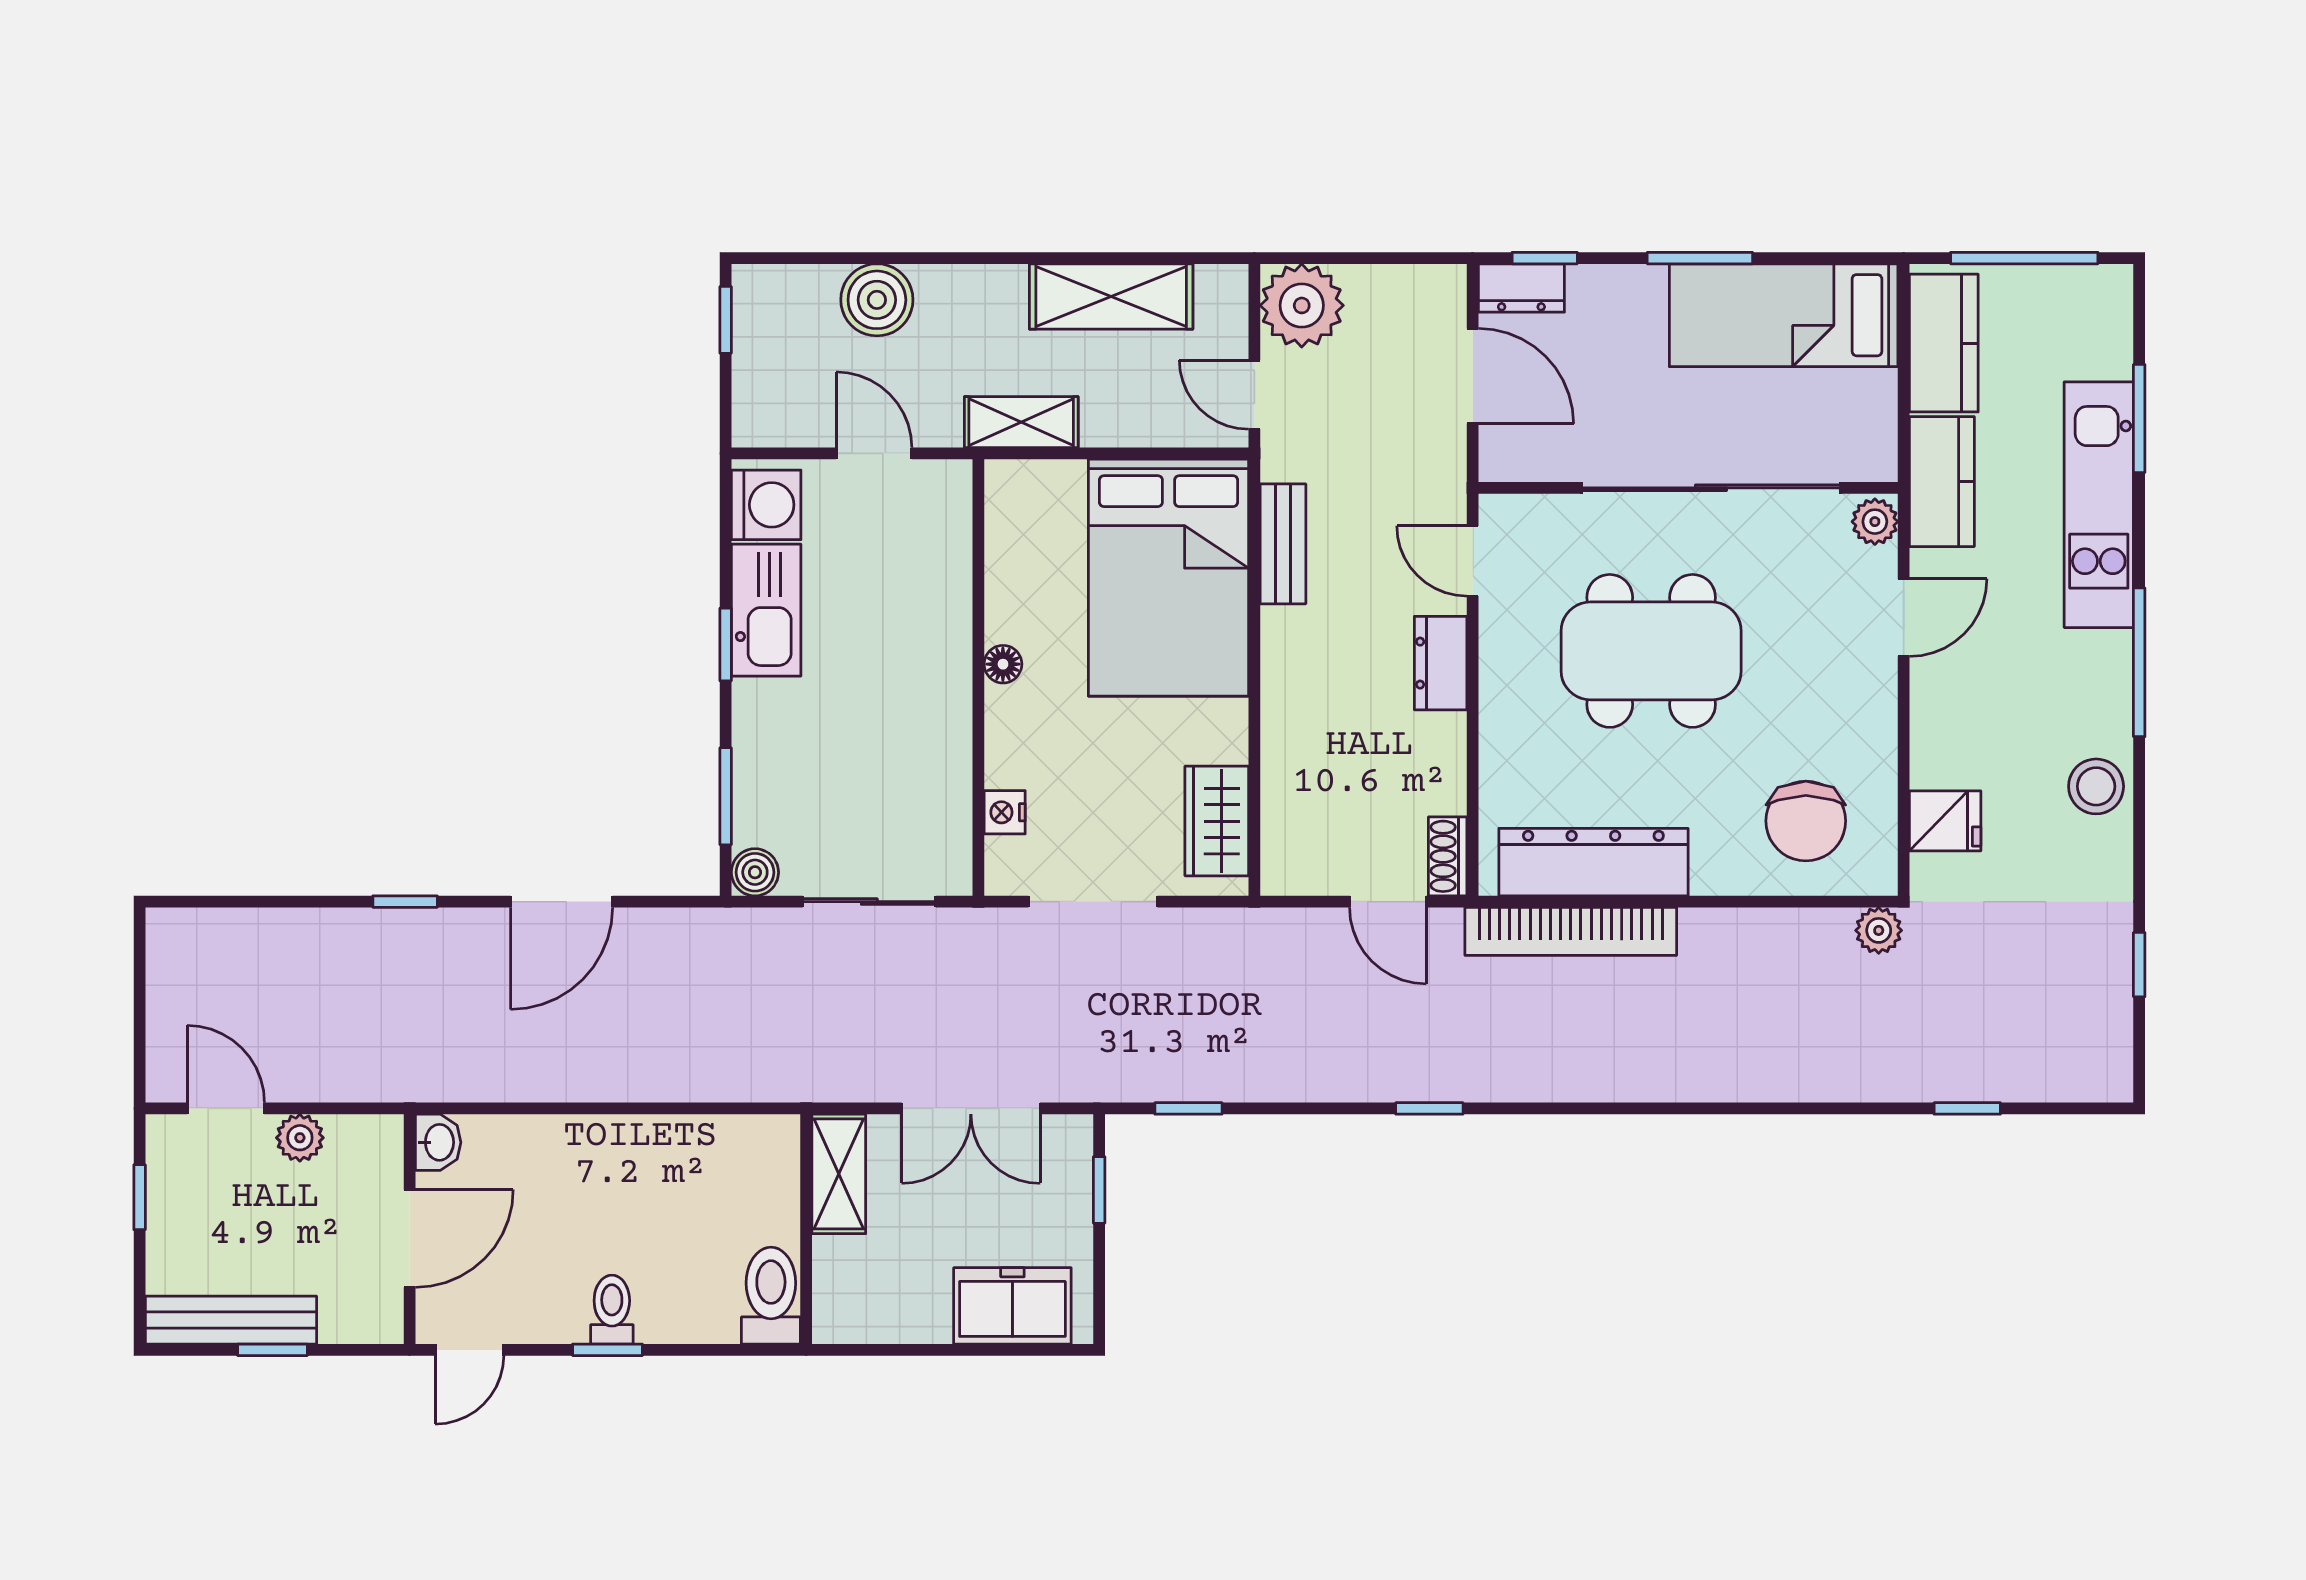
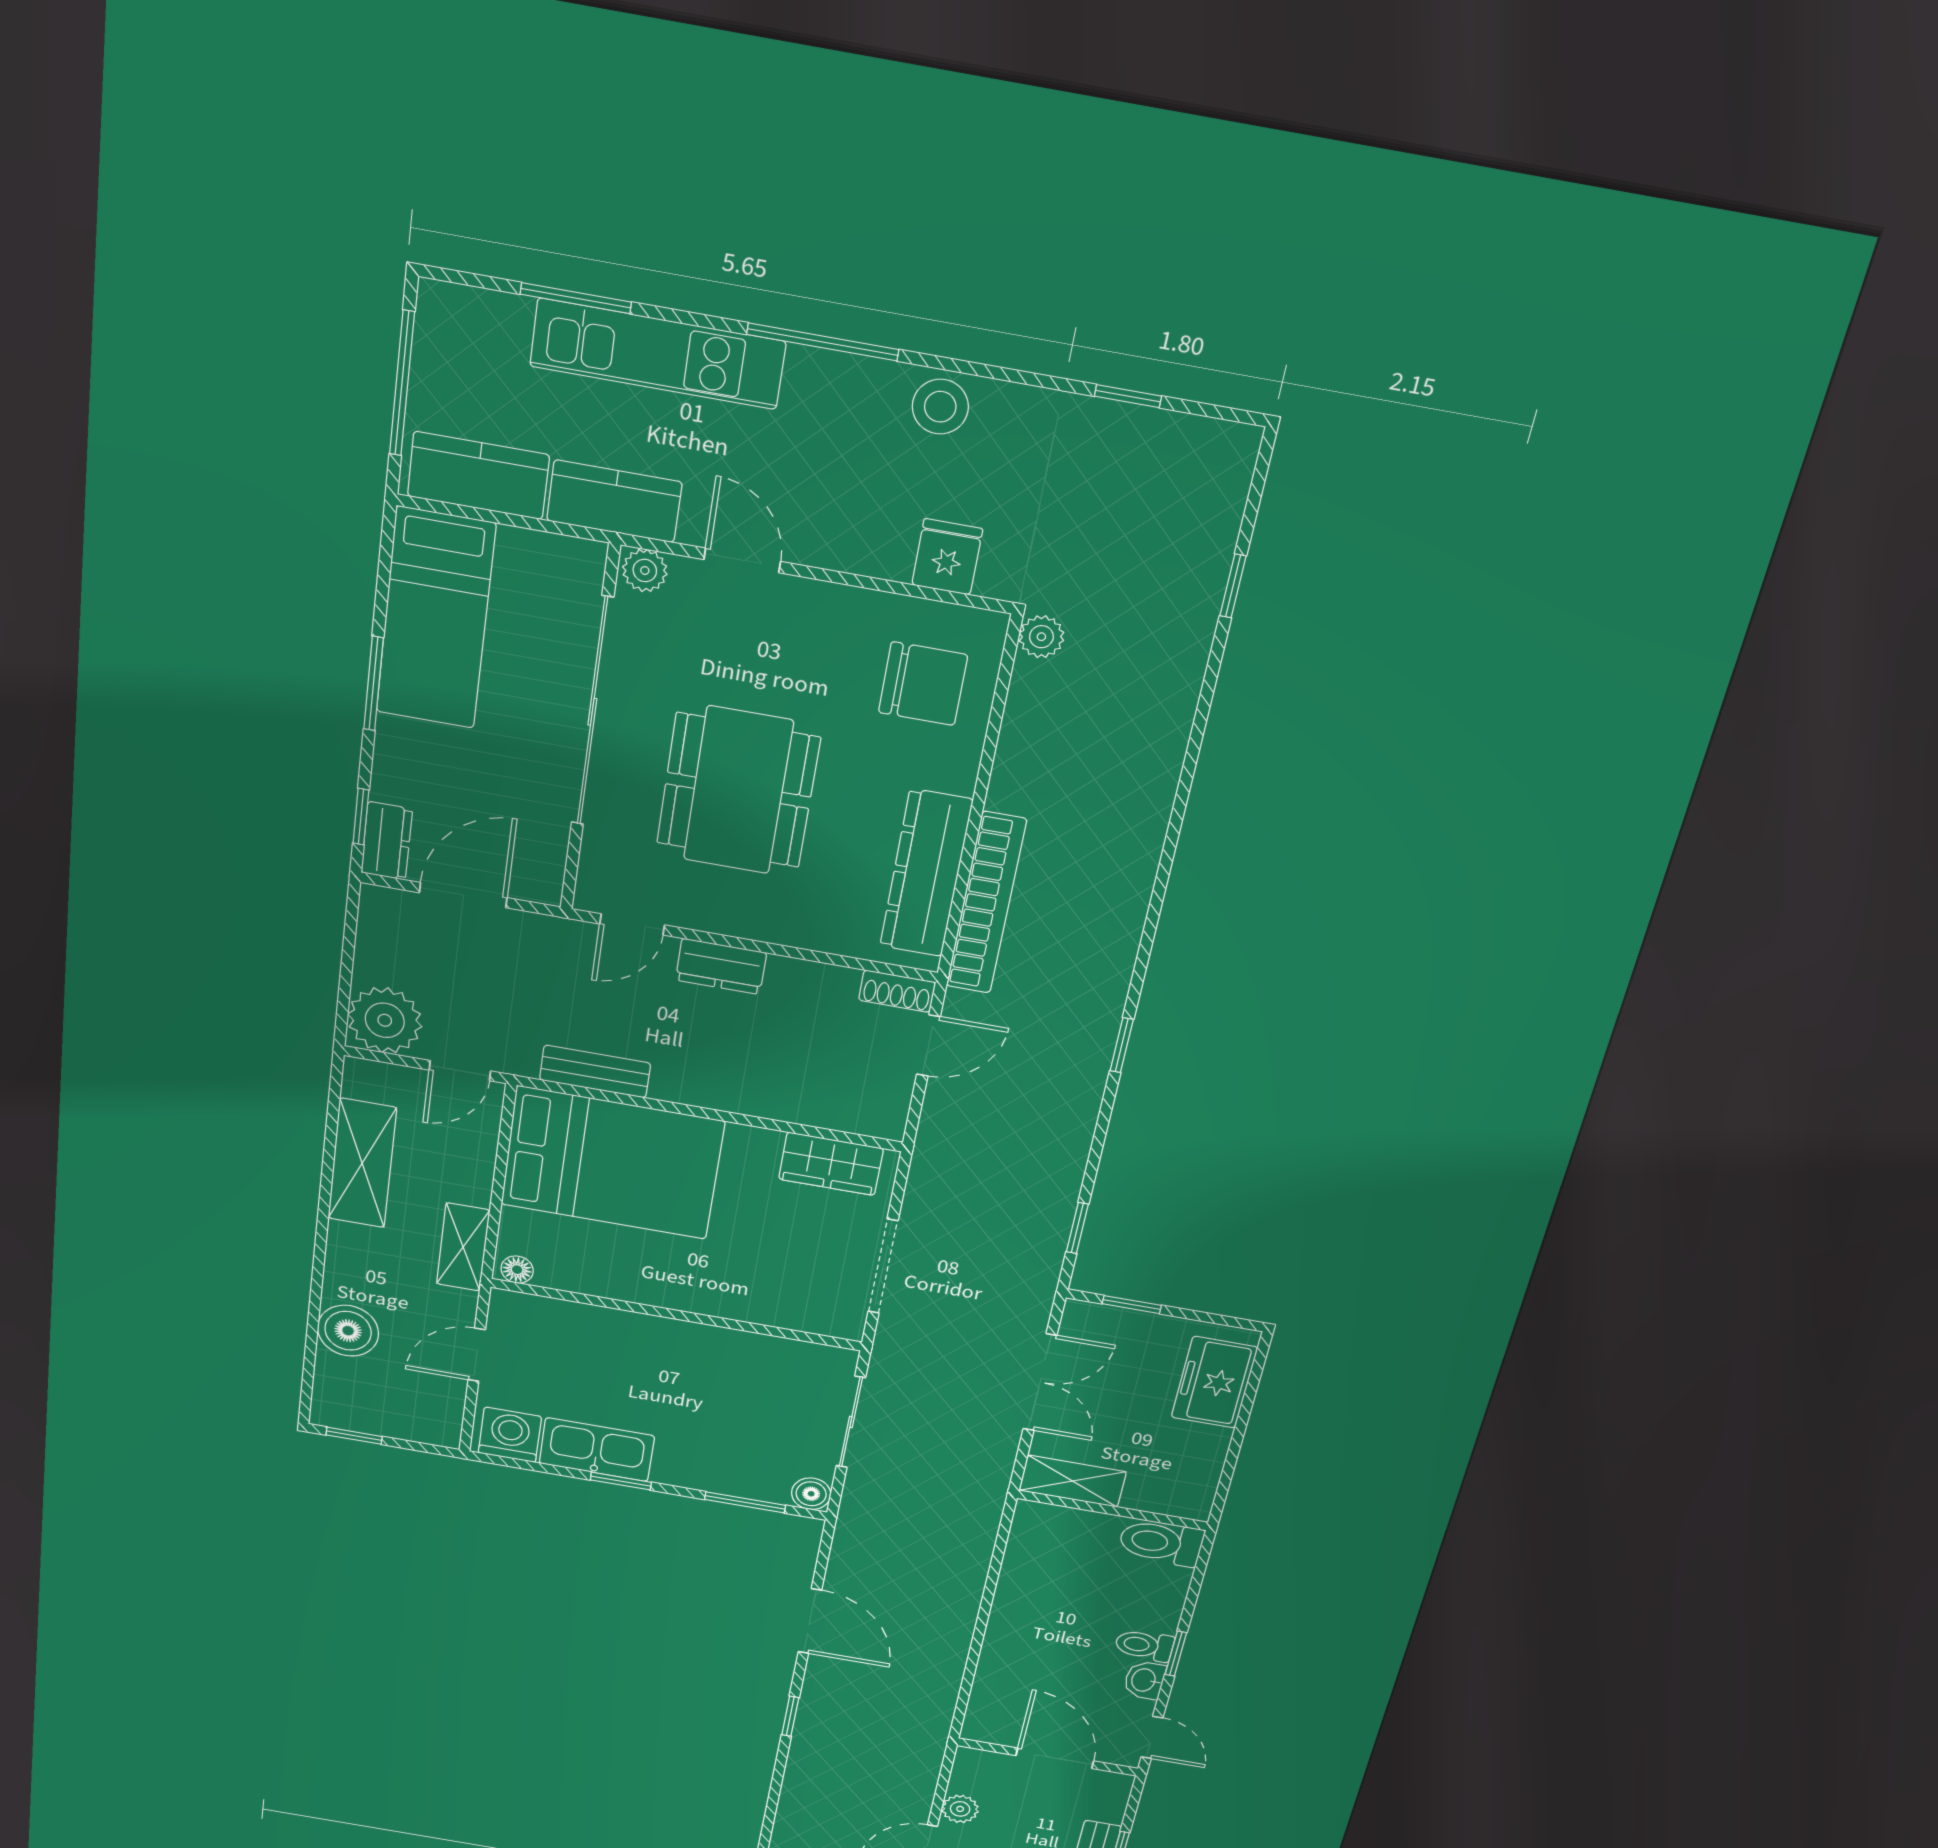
floor lamp: (1003, 664) -> (517, 1270), moved
nightstand: (1005, 812) -> (794, 1316), removed
washbasin: (438, 1142) -> (1144, 1680), moved, turned -90

